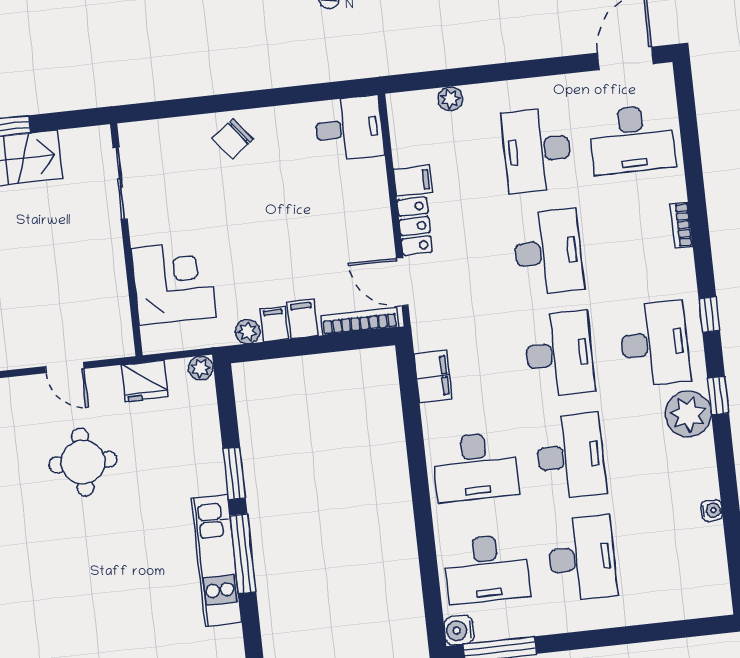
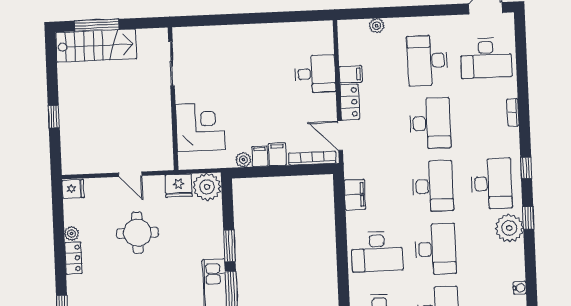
desk: (349, 128) -> (315, 74), moved
chair: (233, 139) -> (242, 41), removed
plant: (201, 368) -> (207, 187), width x1.88, depth x1.88

